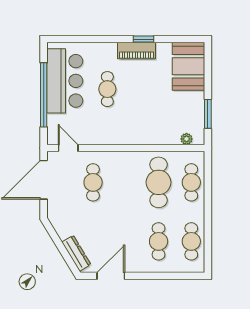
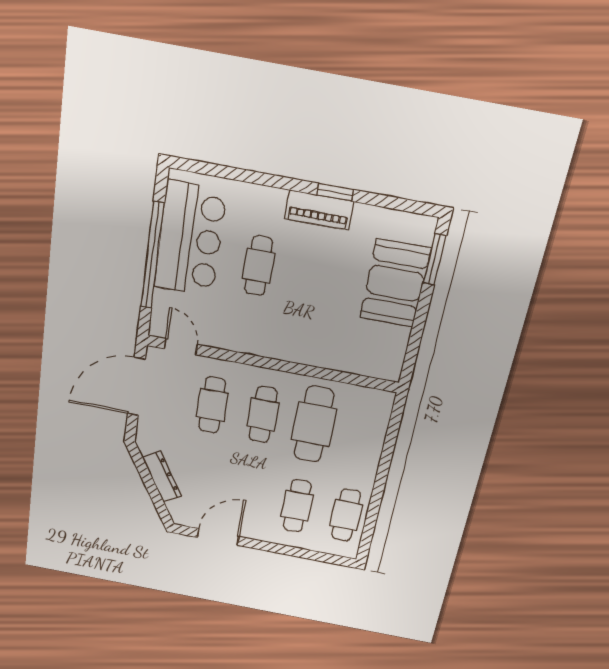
booth: (189, 66) -> (395, 283), moved
window: (208, 114) -> (435, 259), moved
plant: (186, 139) -> (372, 368), removed
cafe table: (191, 182) -> (263, 415), moved
dresser: (76, 253) -> (162, 477), moved

